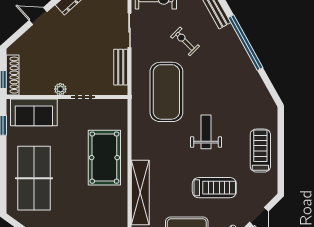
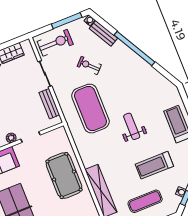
treadmill: (214, 188) -> (154, 165), turned 180

